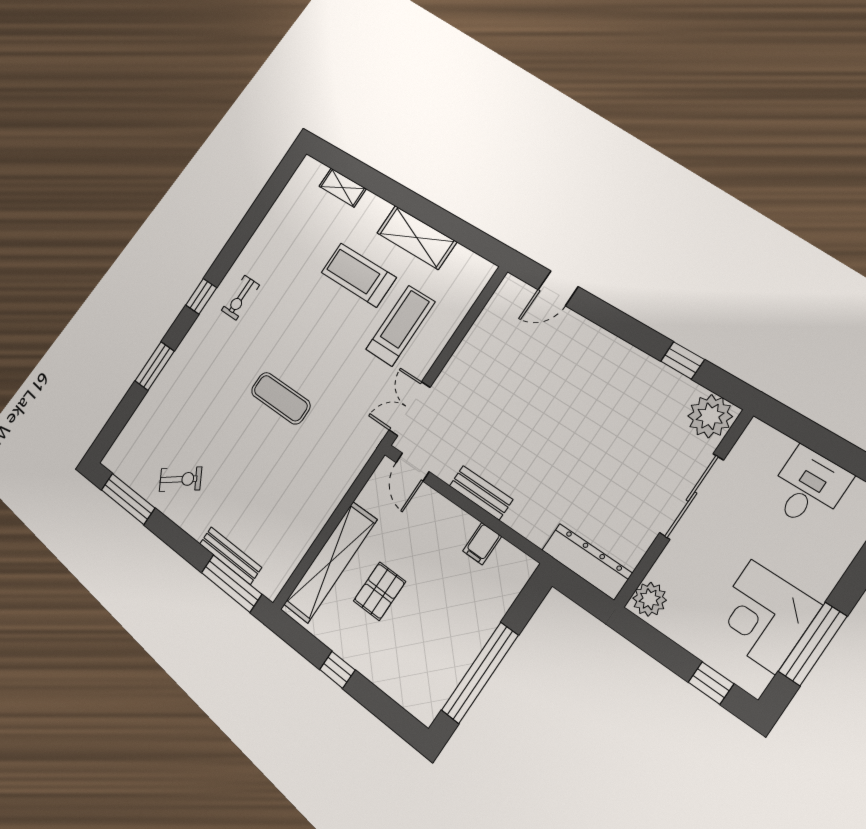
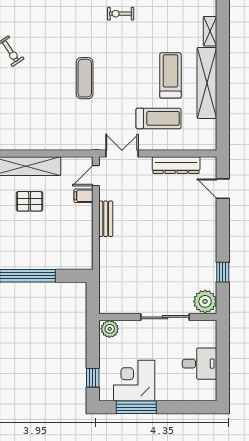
shelving: (417, 237) -> (207, 83), width x1.47
filing cabinet: (482, 544) -> (83, 196), moved
dresser: (587, 562) -> (176, 165), moved, turned 90

